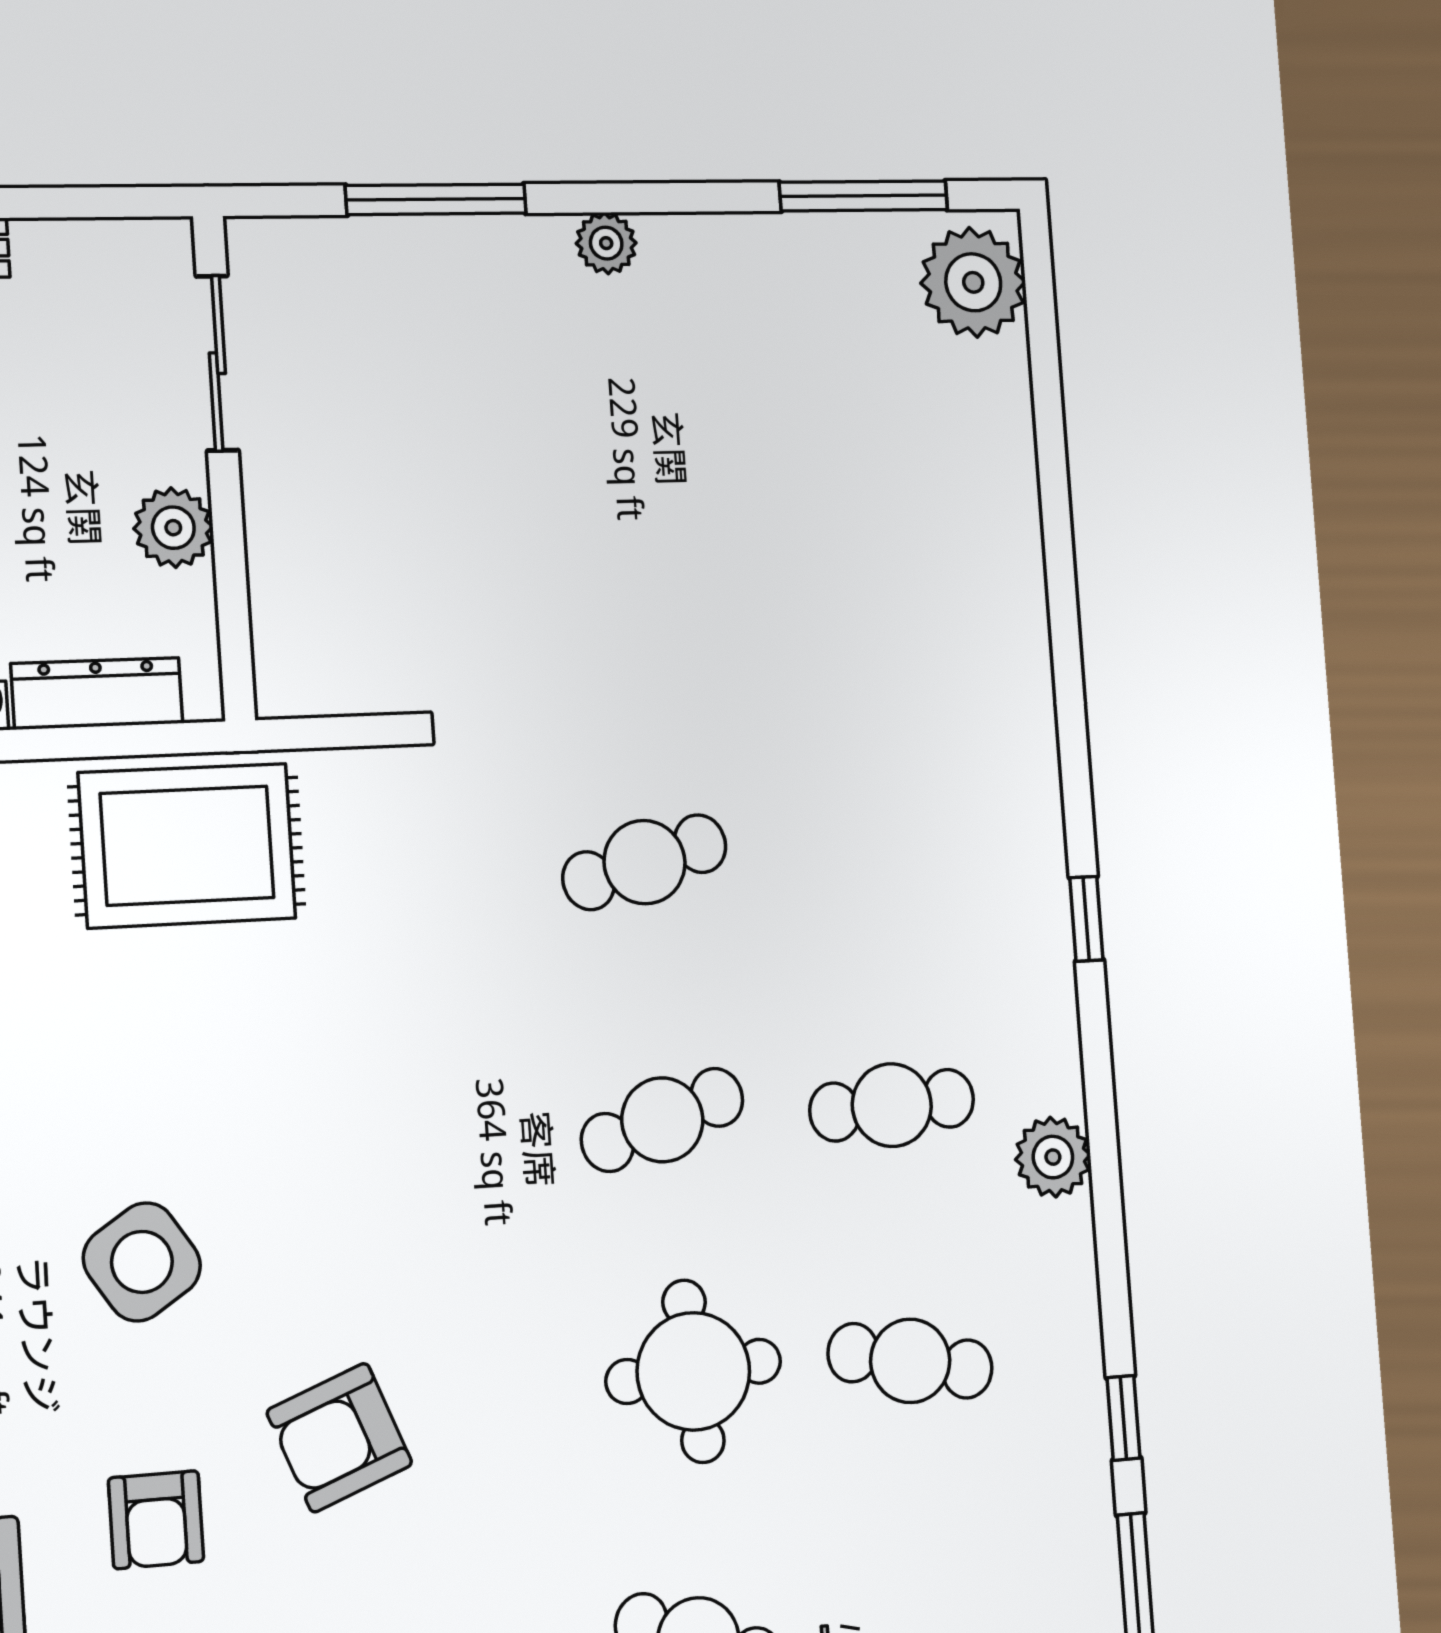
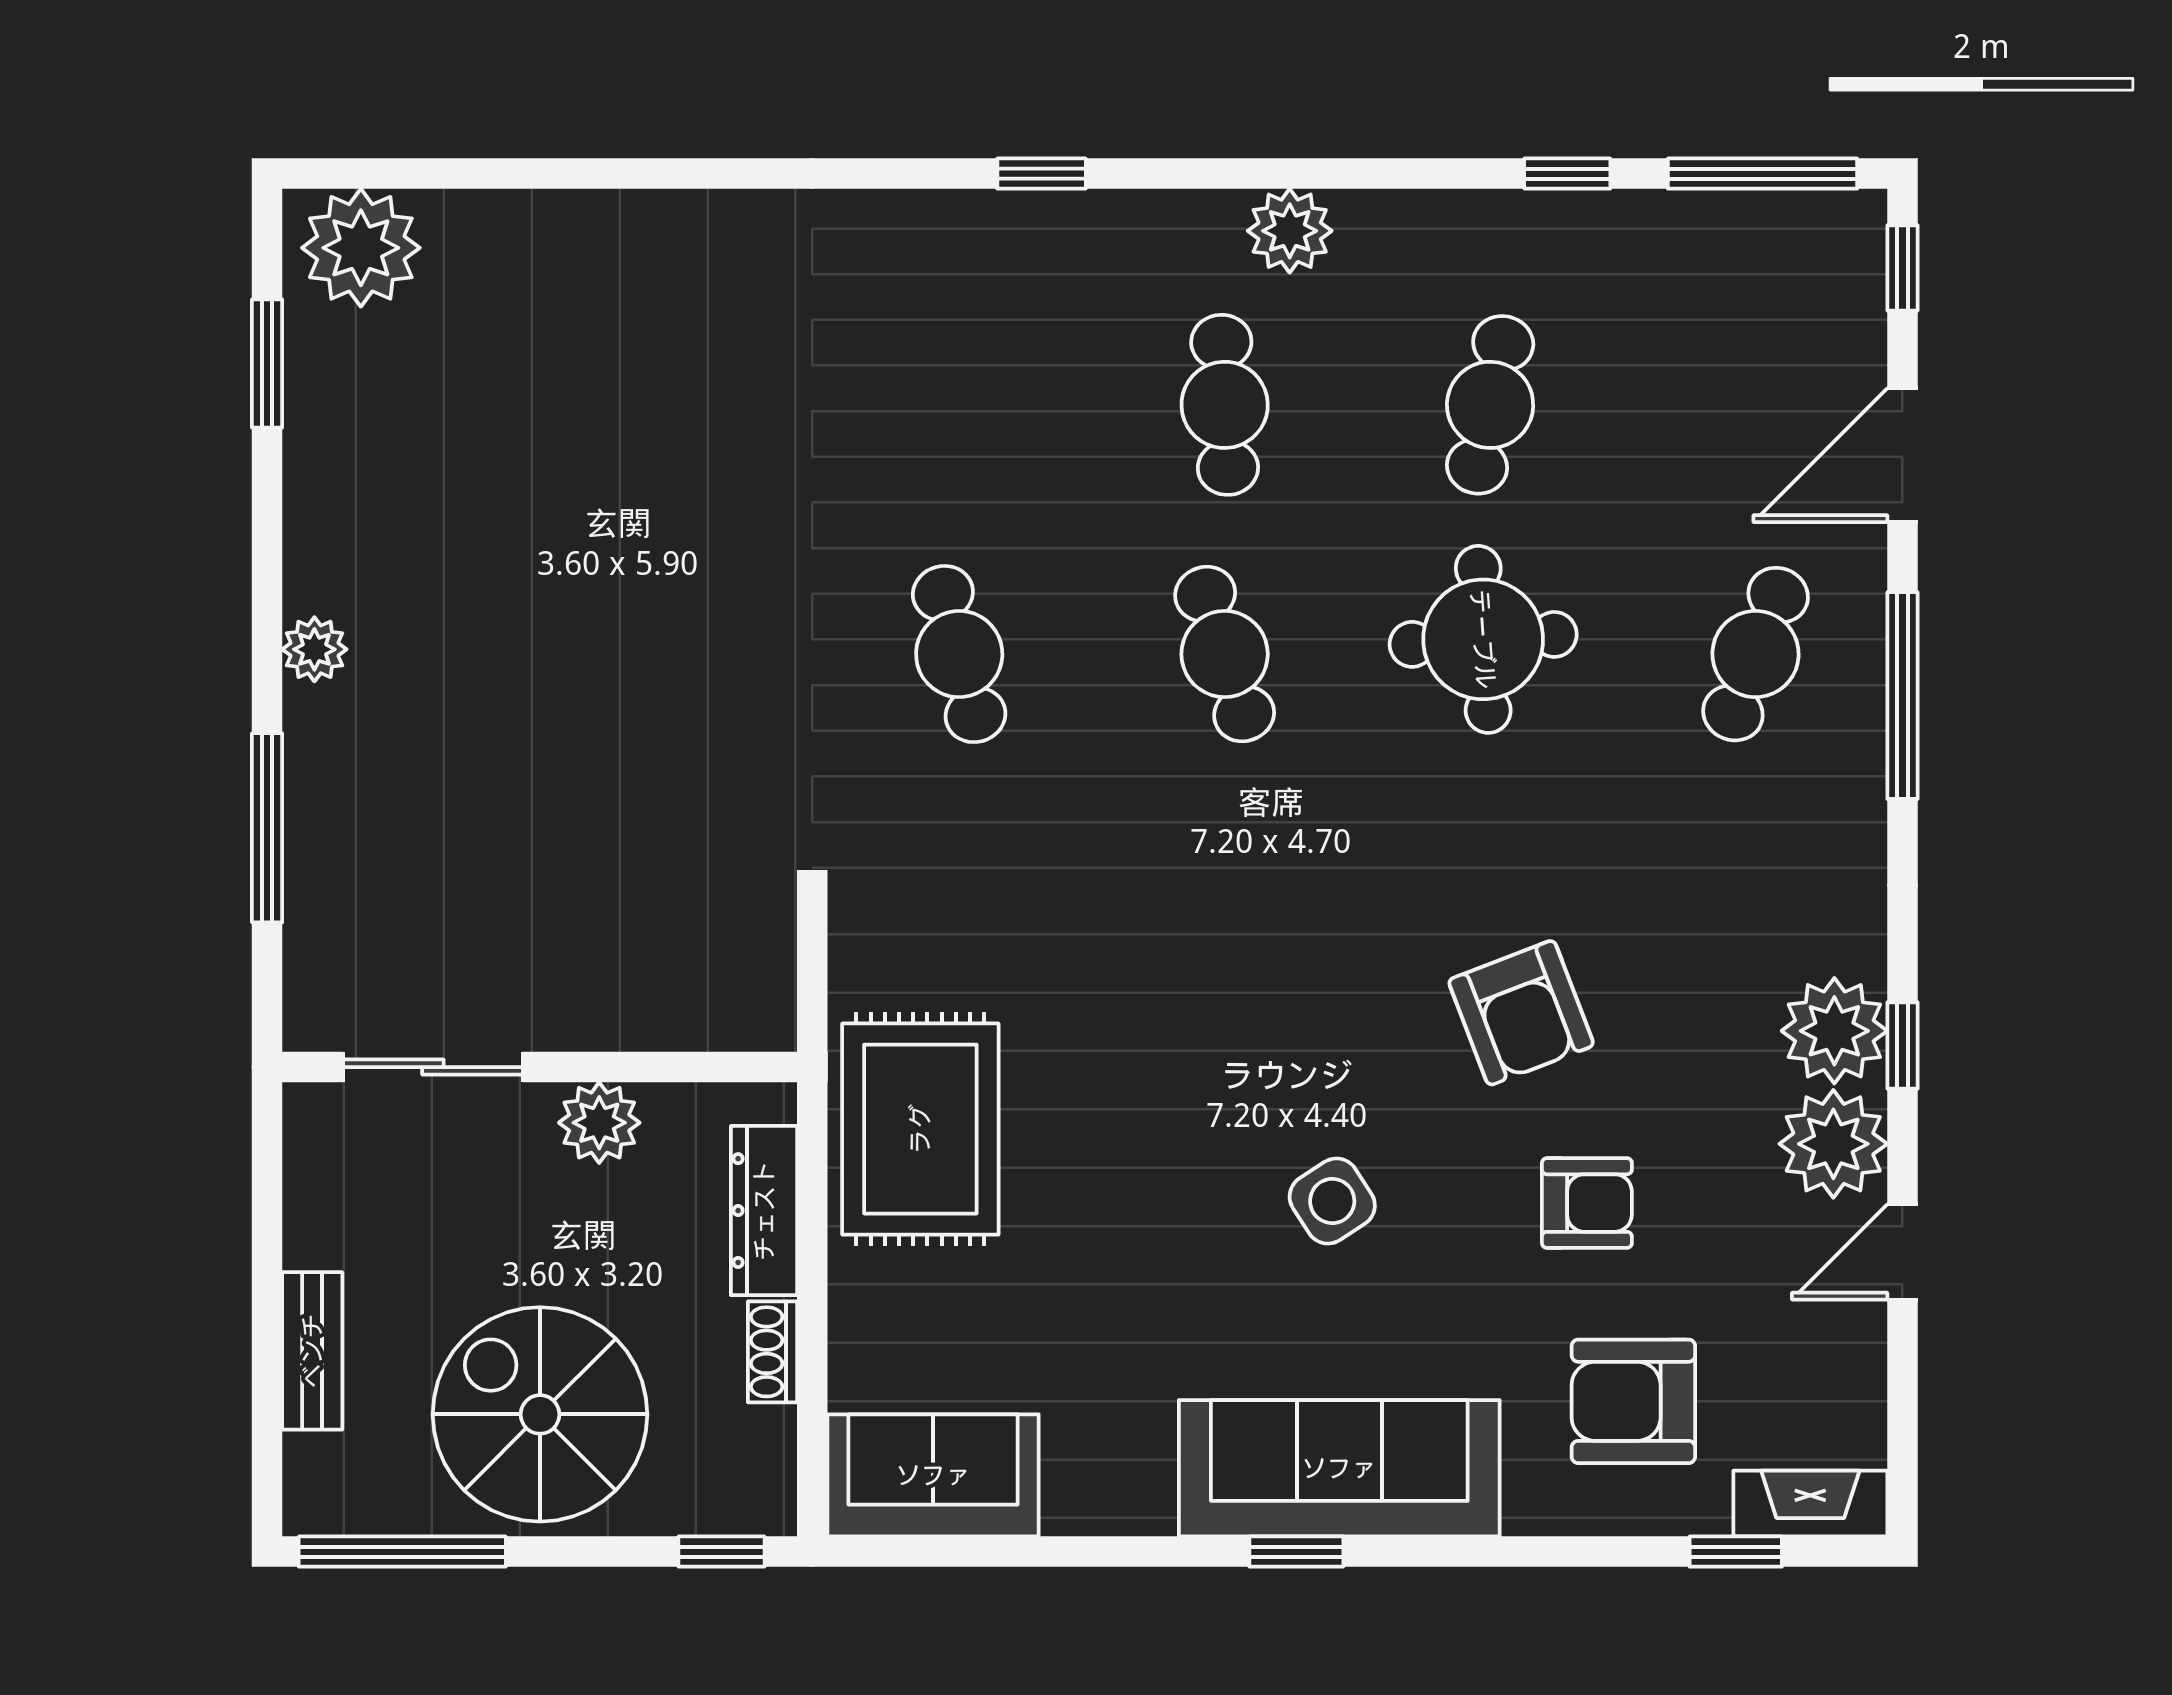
window: (864, 196) -> (267, 364), width x0.69
side table: (142, 1262) -> (1332, 1201), width x0.73, depth x0.73

